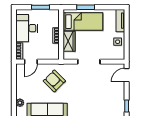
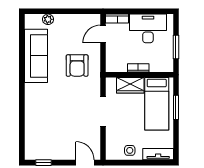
door: (31, 62) -> (103, 34), hinge flipped
armchair: (54, 81) -> (77, 66), turned 135

